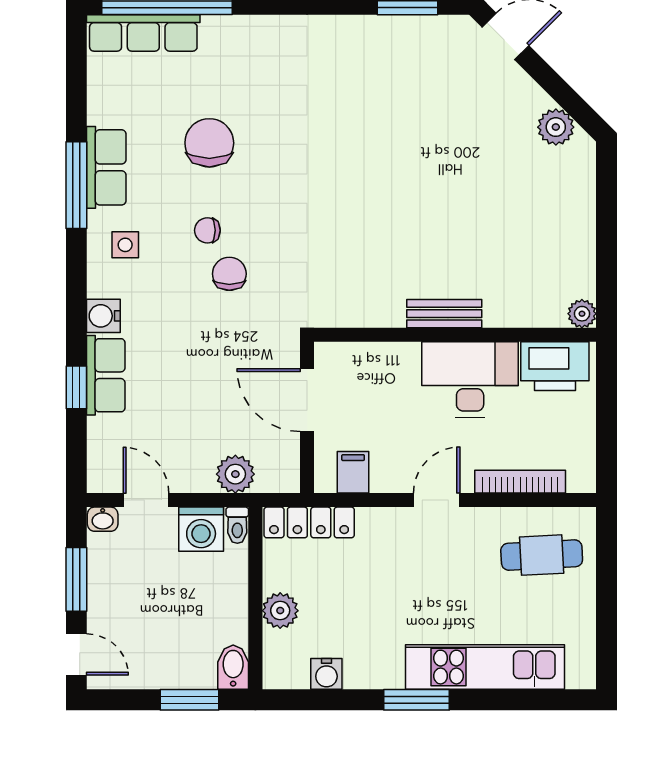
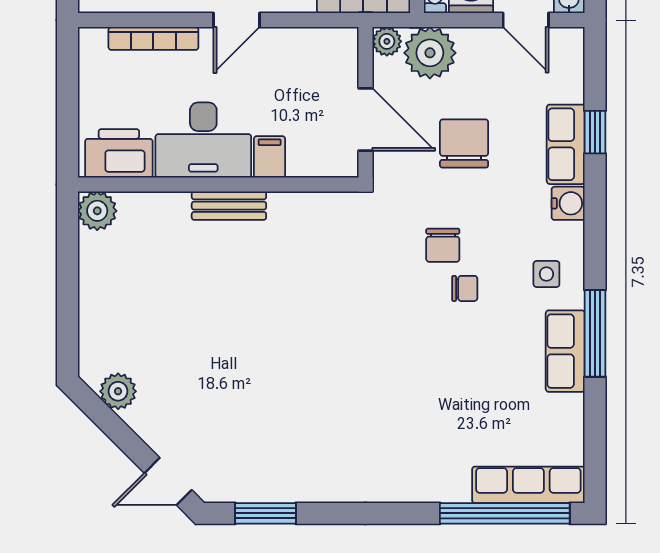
chair: (209, 143) -> (464, 143), moved, turned 180
plant: (582, 314) -> (97, 211), width x1.38, depth x1.38
filing cabinet: (353, 472) -> (270, 157), moved, turned 180
plant: (235, 474) -> (430, 53), width x1.36, depth x1.36
plant: (286, 479) -> (387, 41), added

